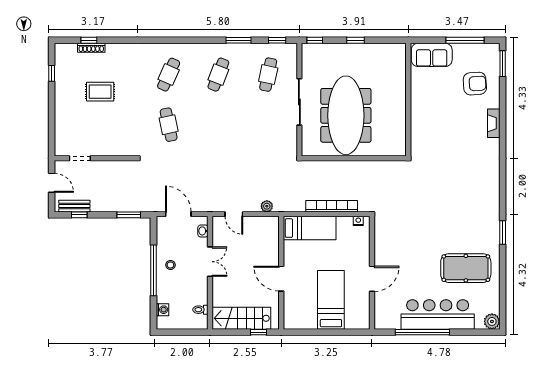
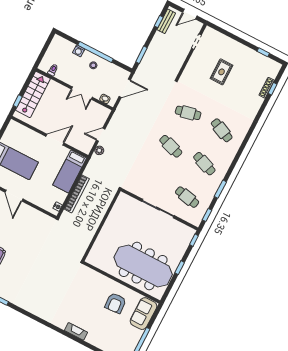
armchair: (475, 84) -> (116, 303), moved
rug: (100, 92) -> (222, 72), moved
meeting table: (346, 115) -> (143, 266), moved
cafe table: (218, 125) -> (171, 146), added
door: (234, 214) -> (101, 135), moved
door: (281, 279) -> (55, 140), moved
washing machine: (162, 310) -> (79, 51), moved

